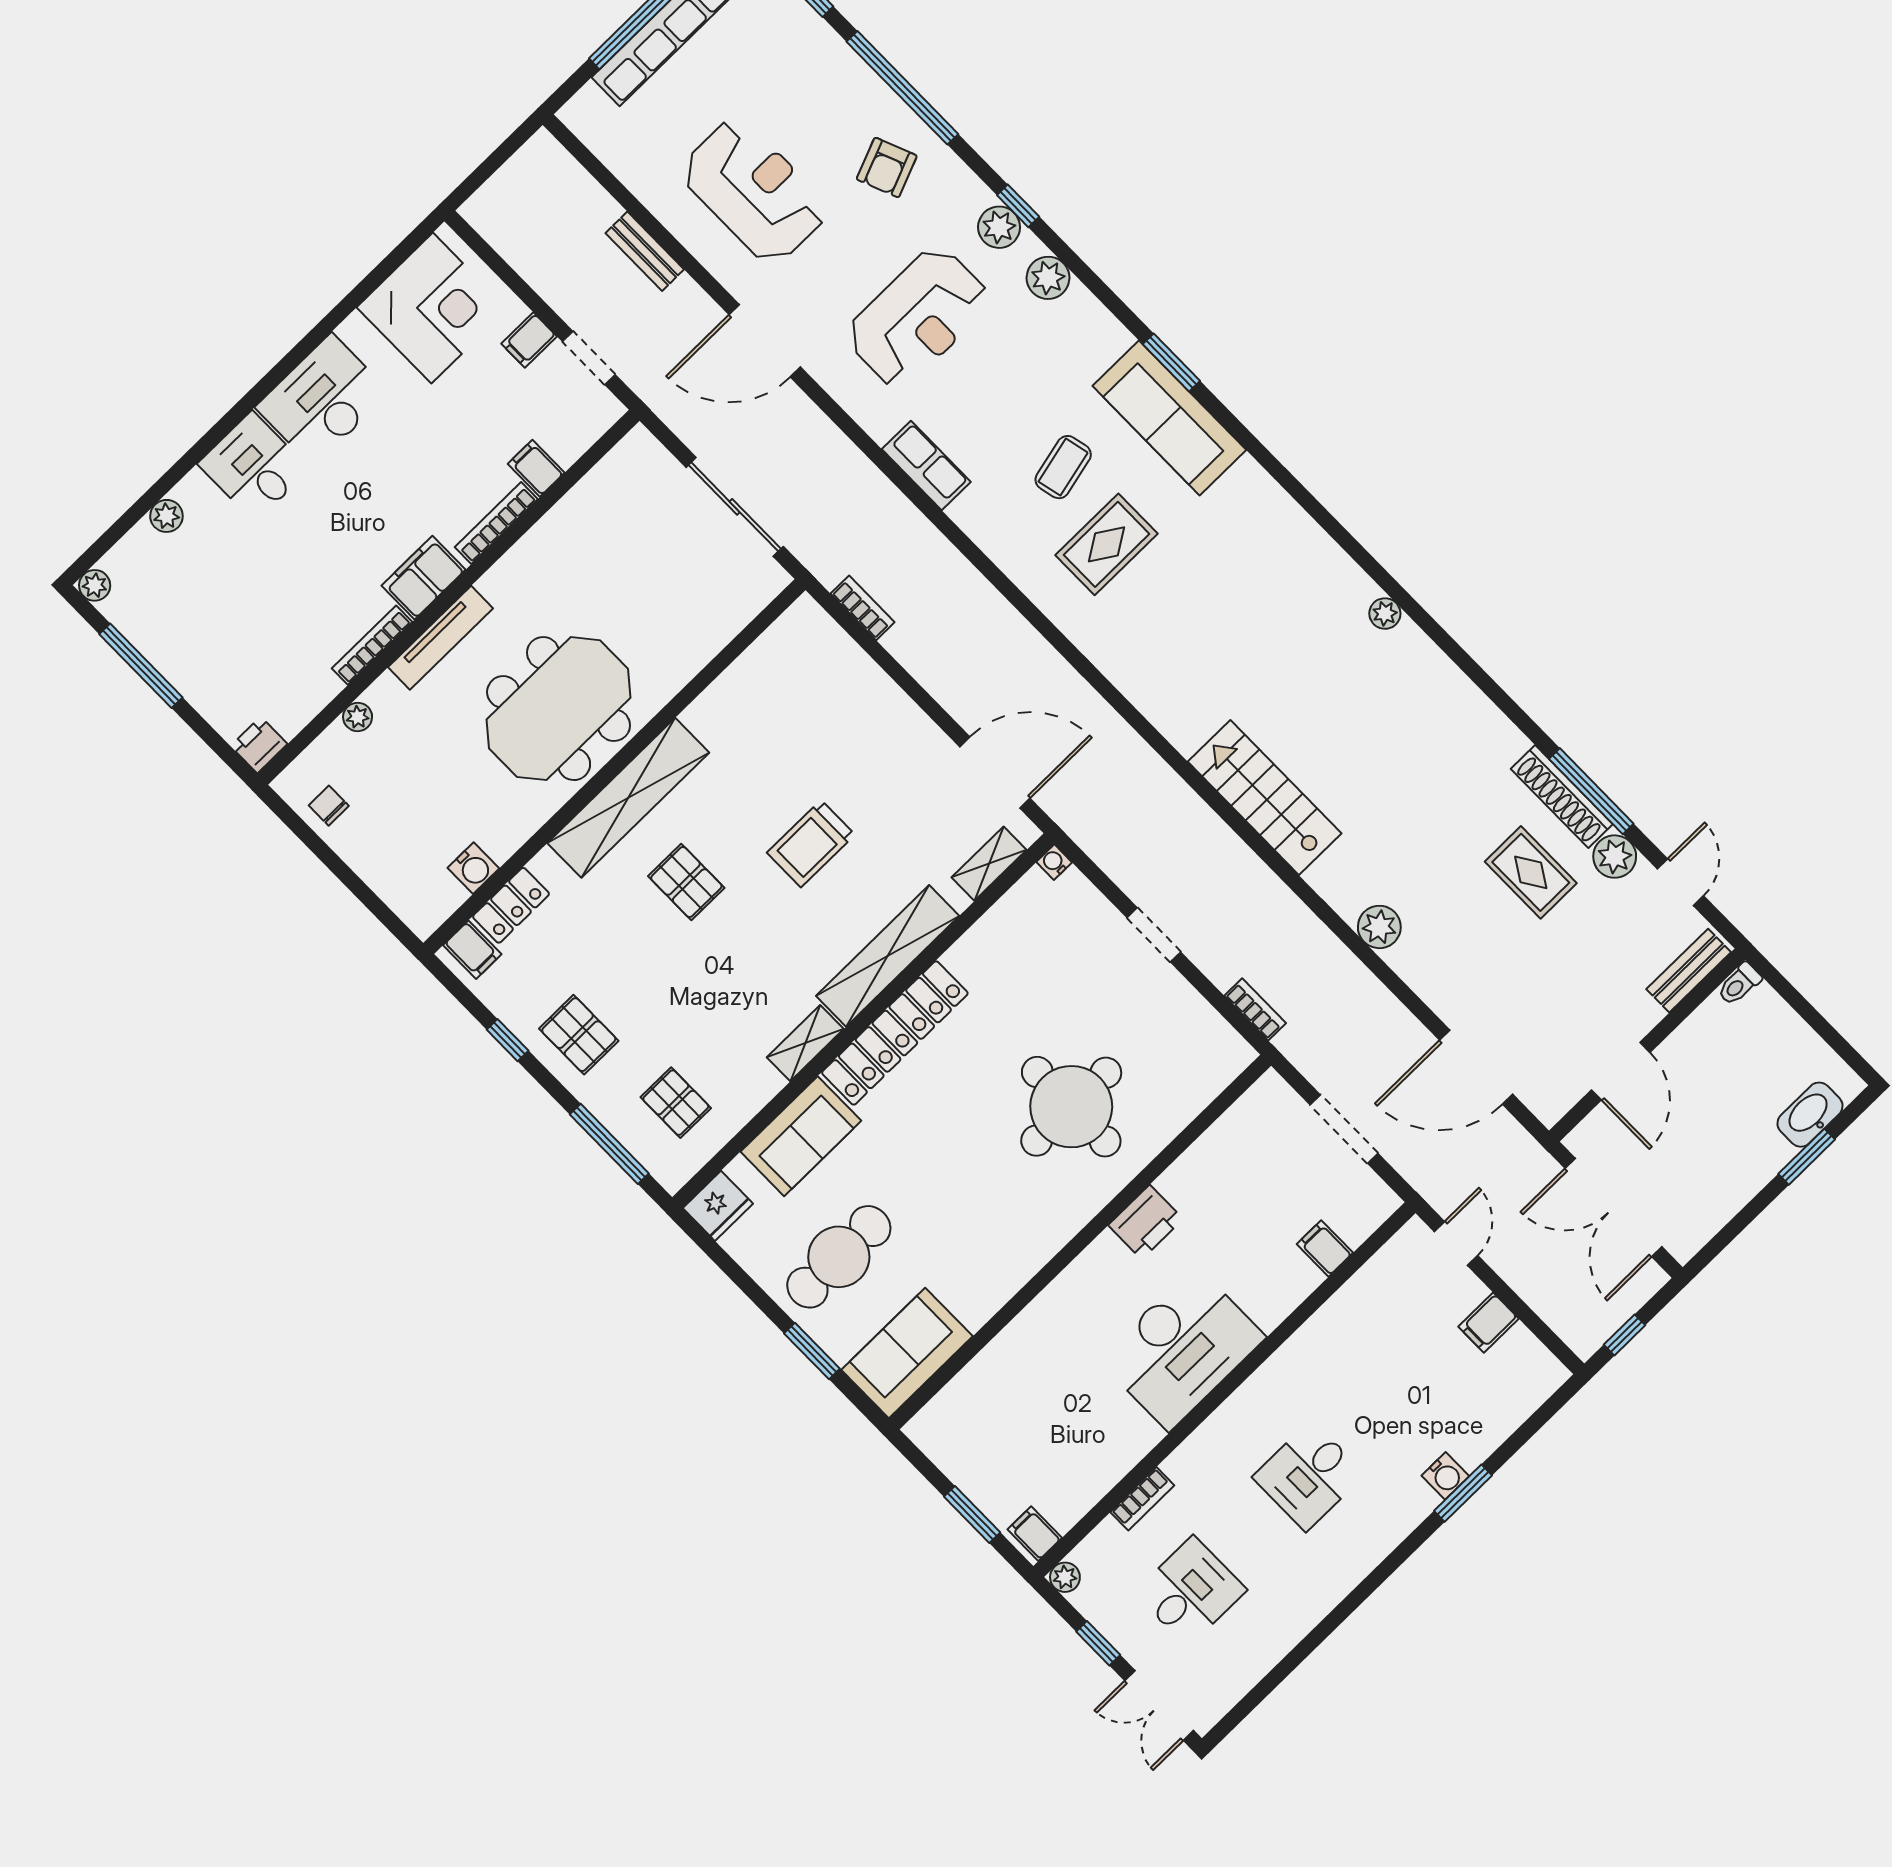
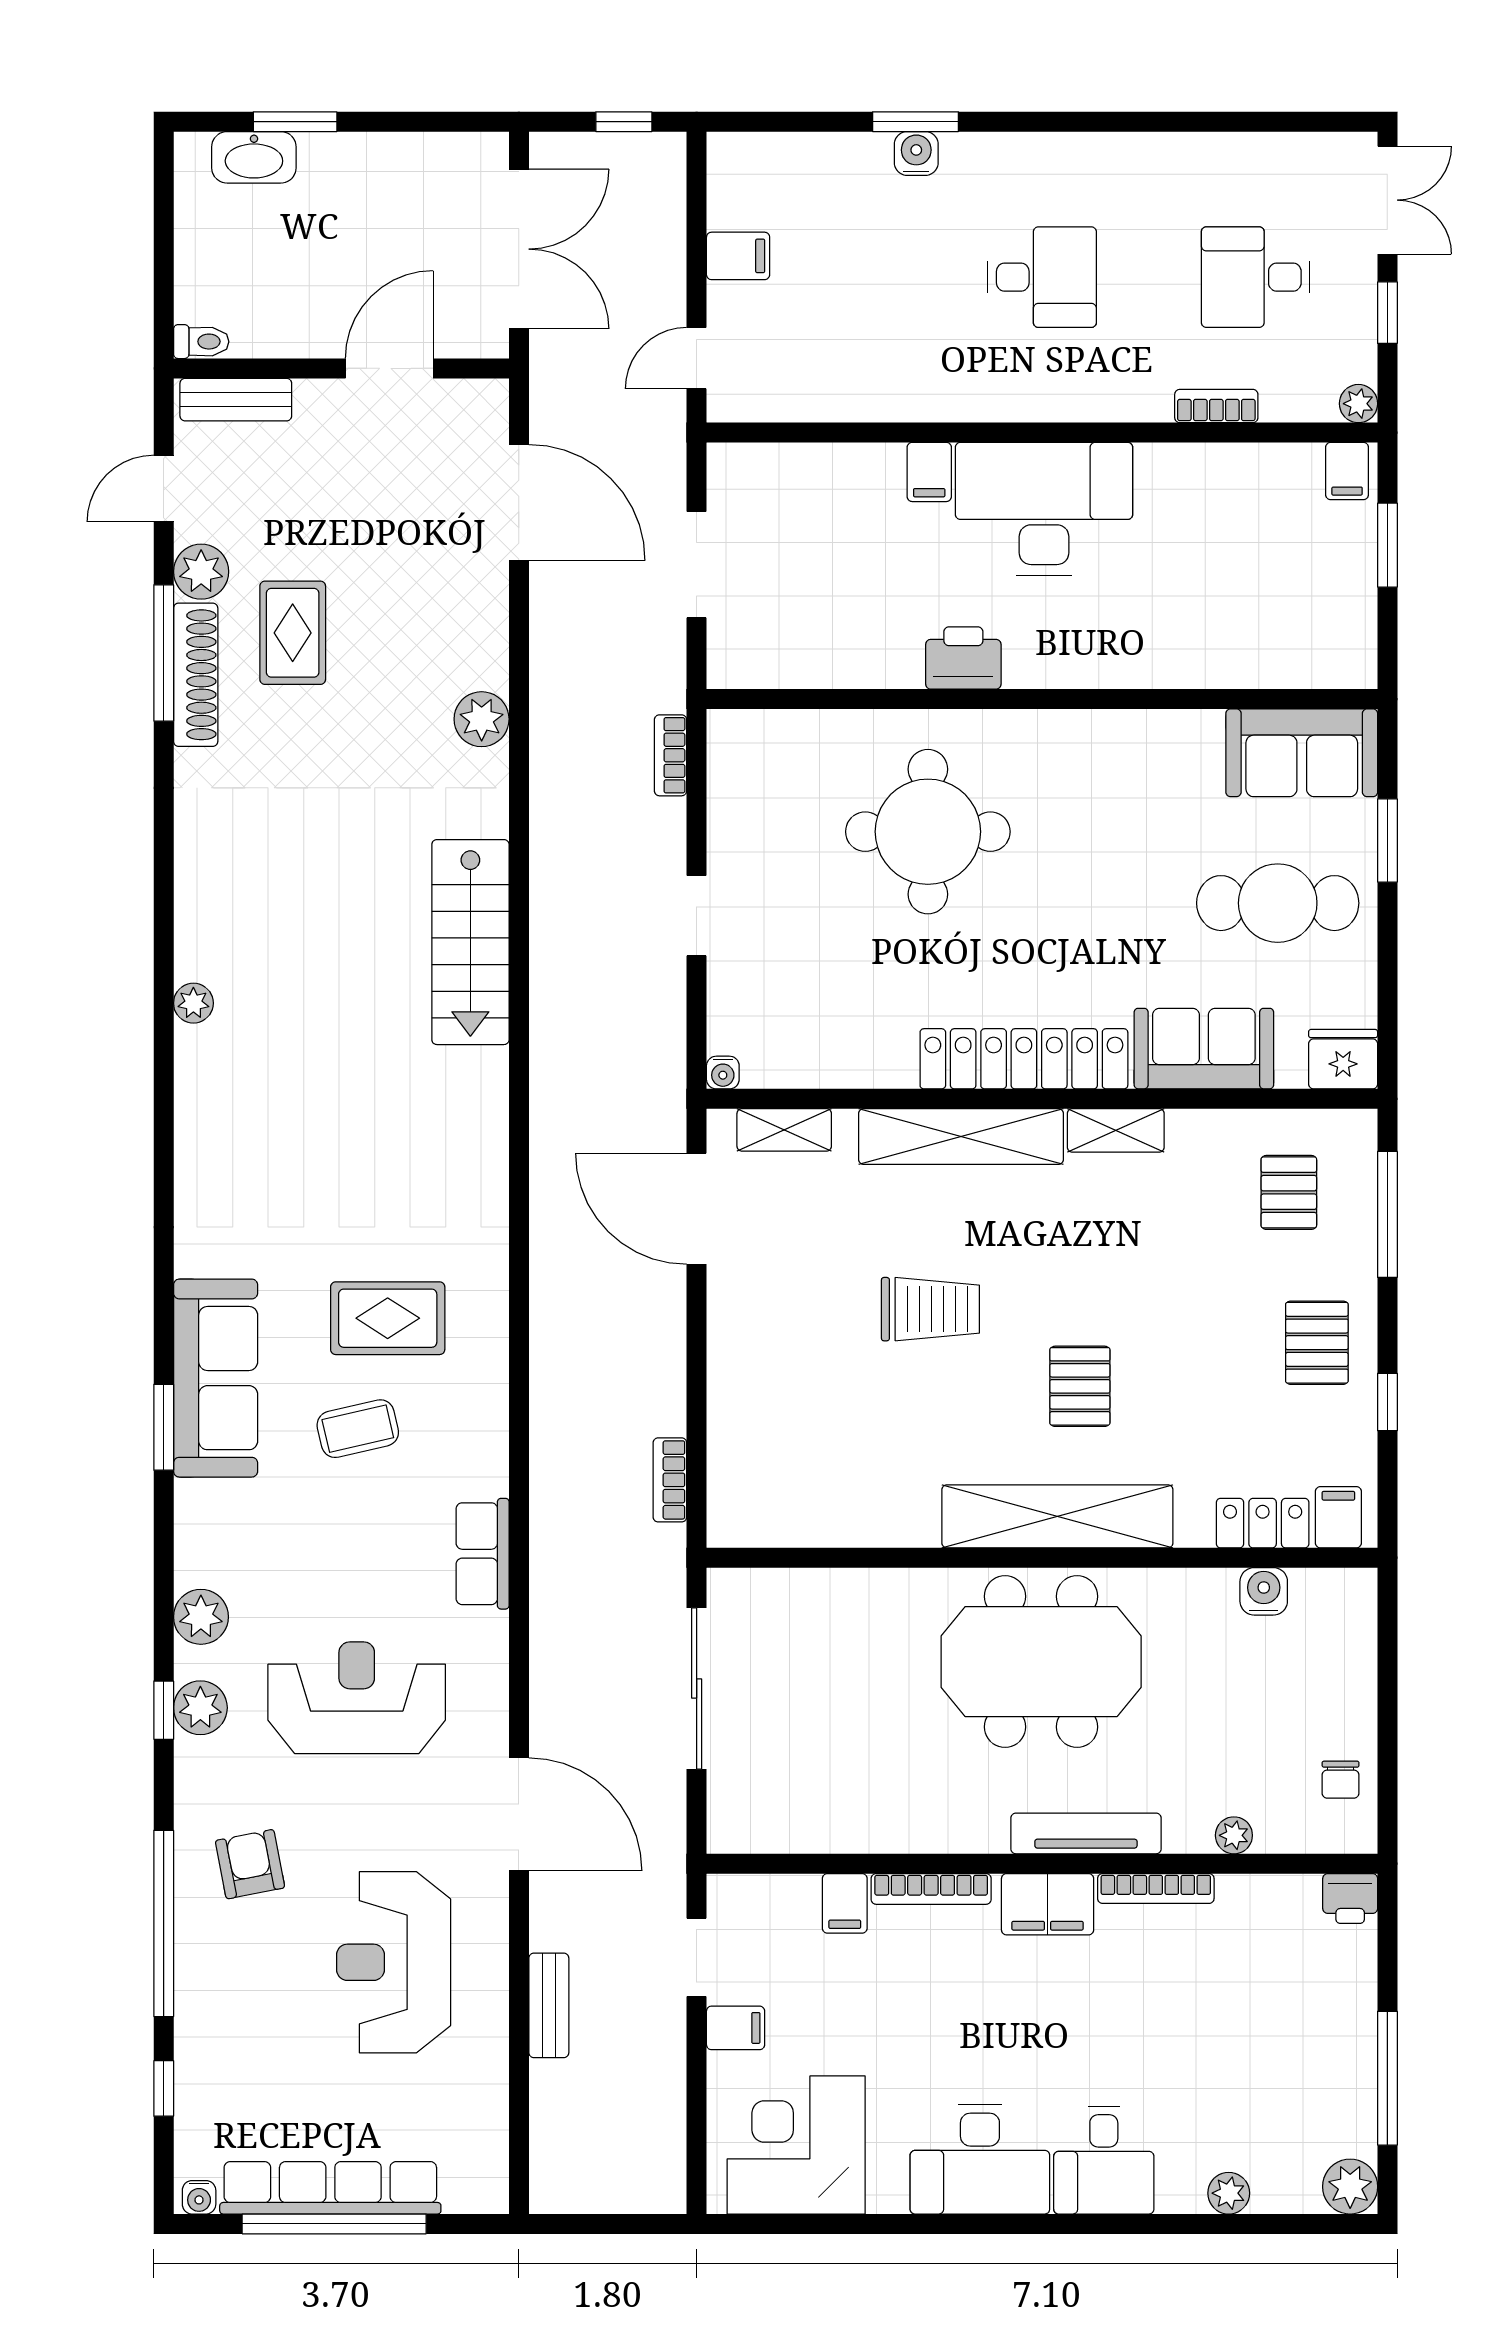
armchair: (887, 167) -> (250, 1864), turned -79
plant: (95, 585) -> (1350, 2187), width x1.38, depth x1.38
filing cabinet: (1325, 1248) -> (929, 472), moved

